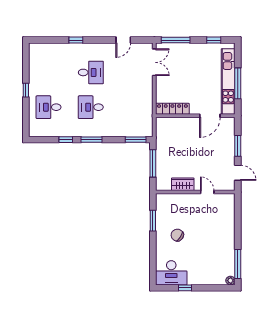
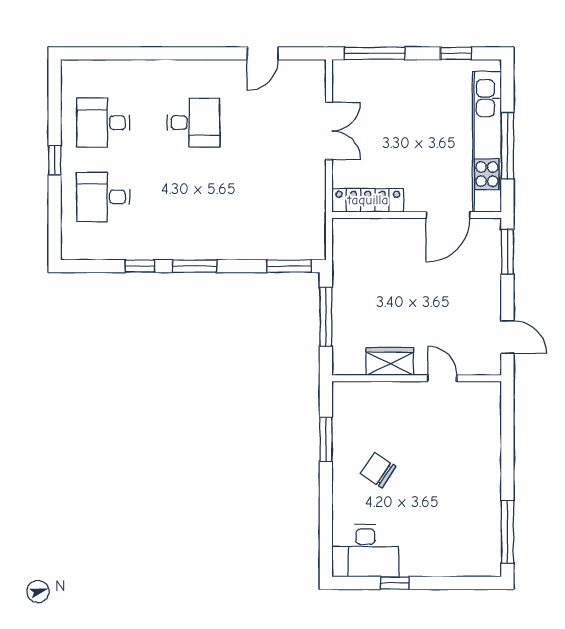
window: (76, 40) -> (161, 53), removed
double door: (154, 62) -> (329, 131), moved
desk: (91, 107) -> (103, 123), moved
window: (238, 146) -> (507, 252), moved
plant: (230, 281) -> (492, 567), removed

